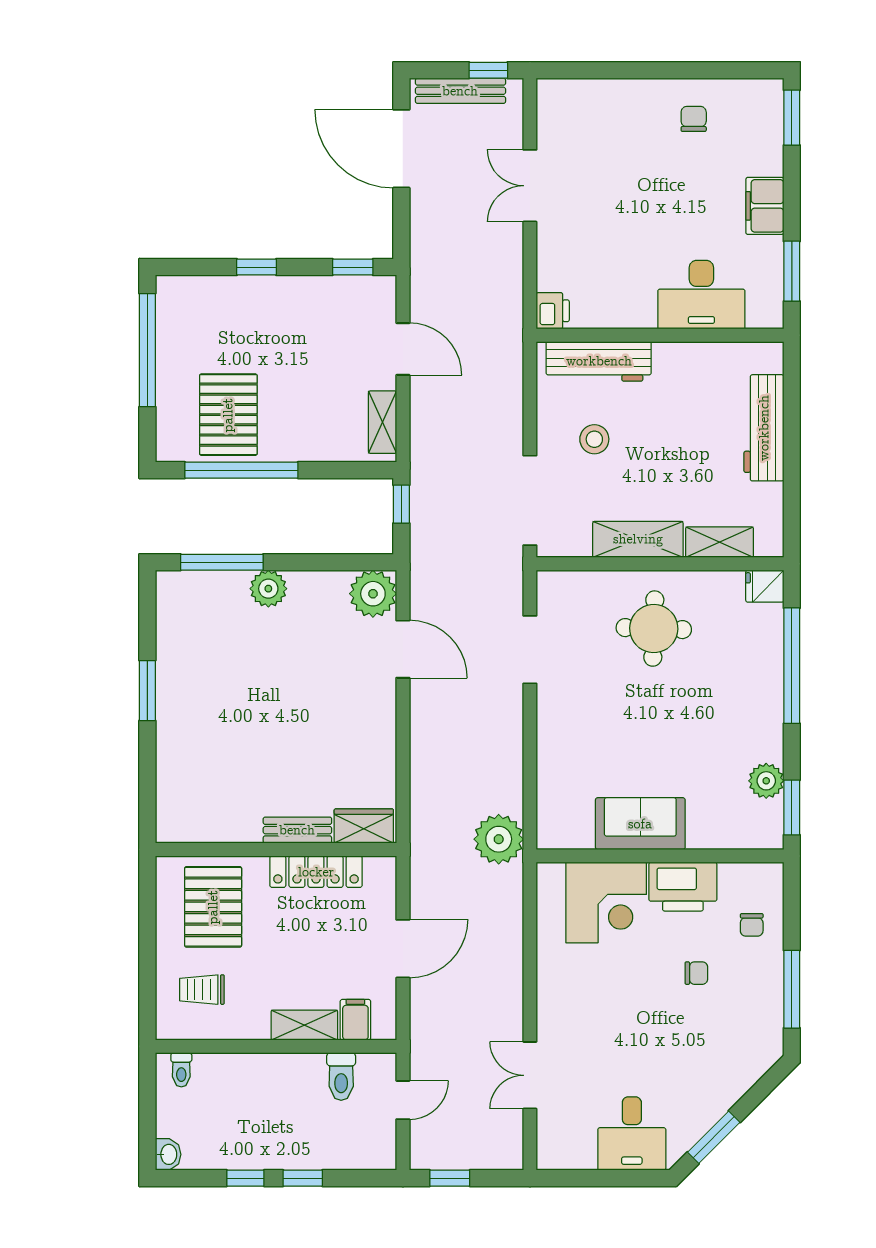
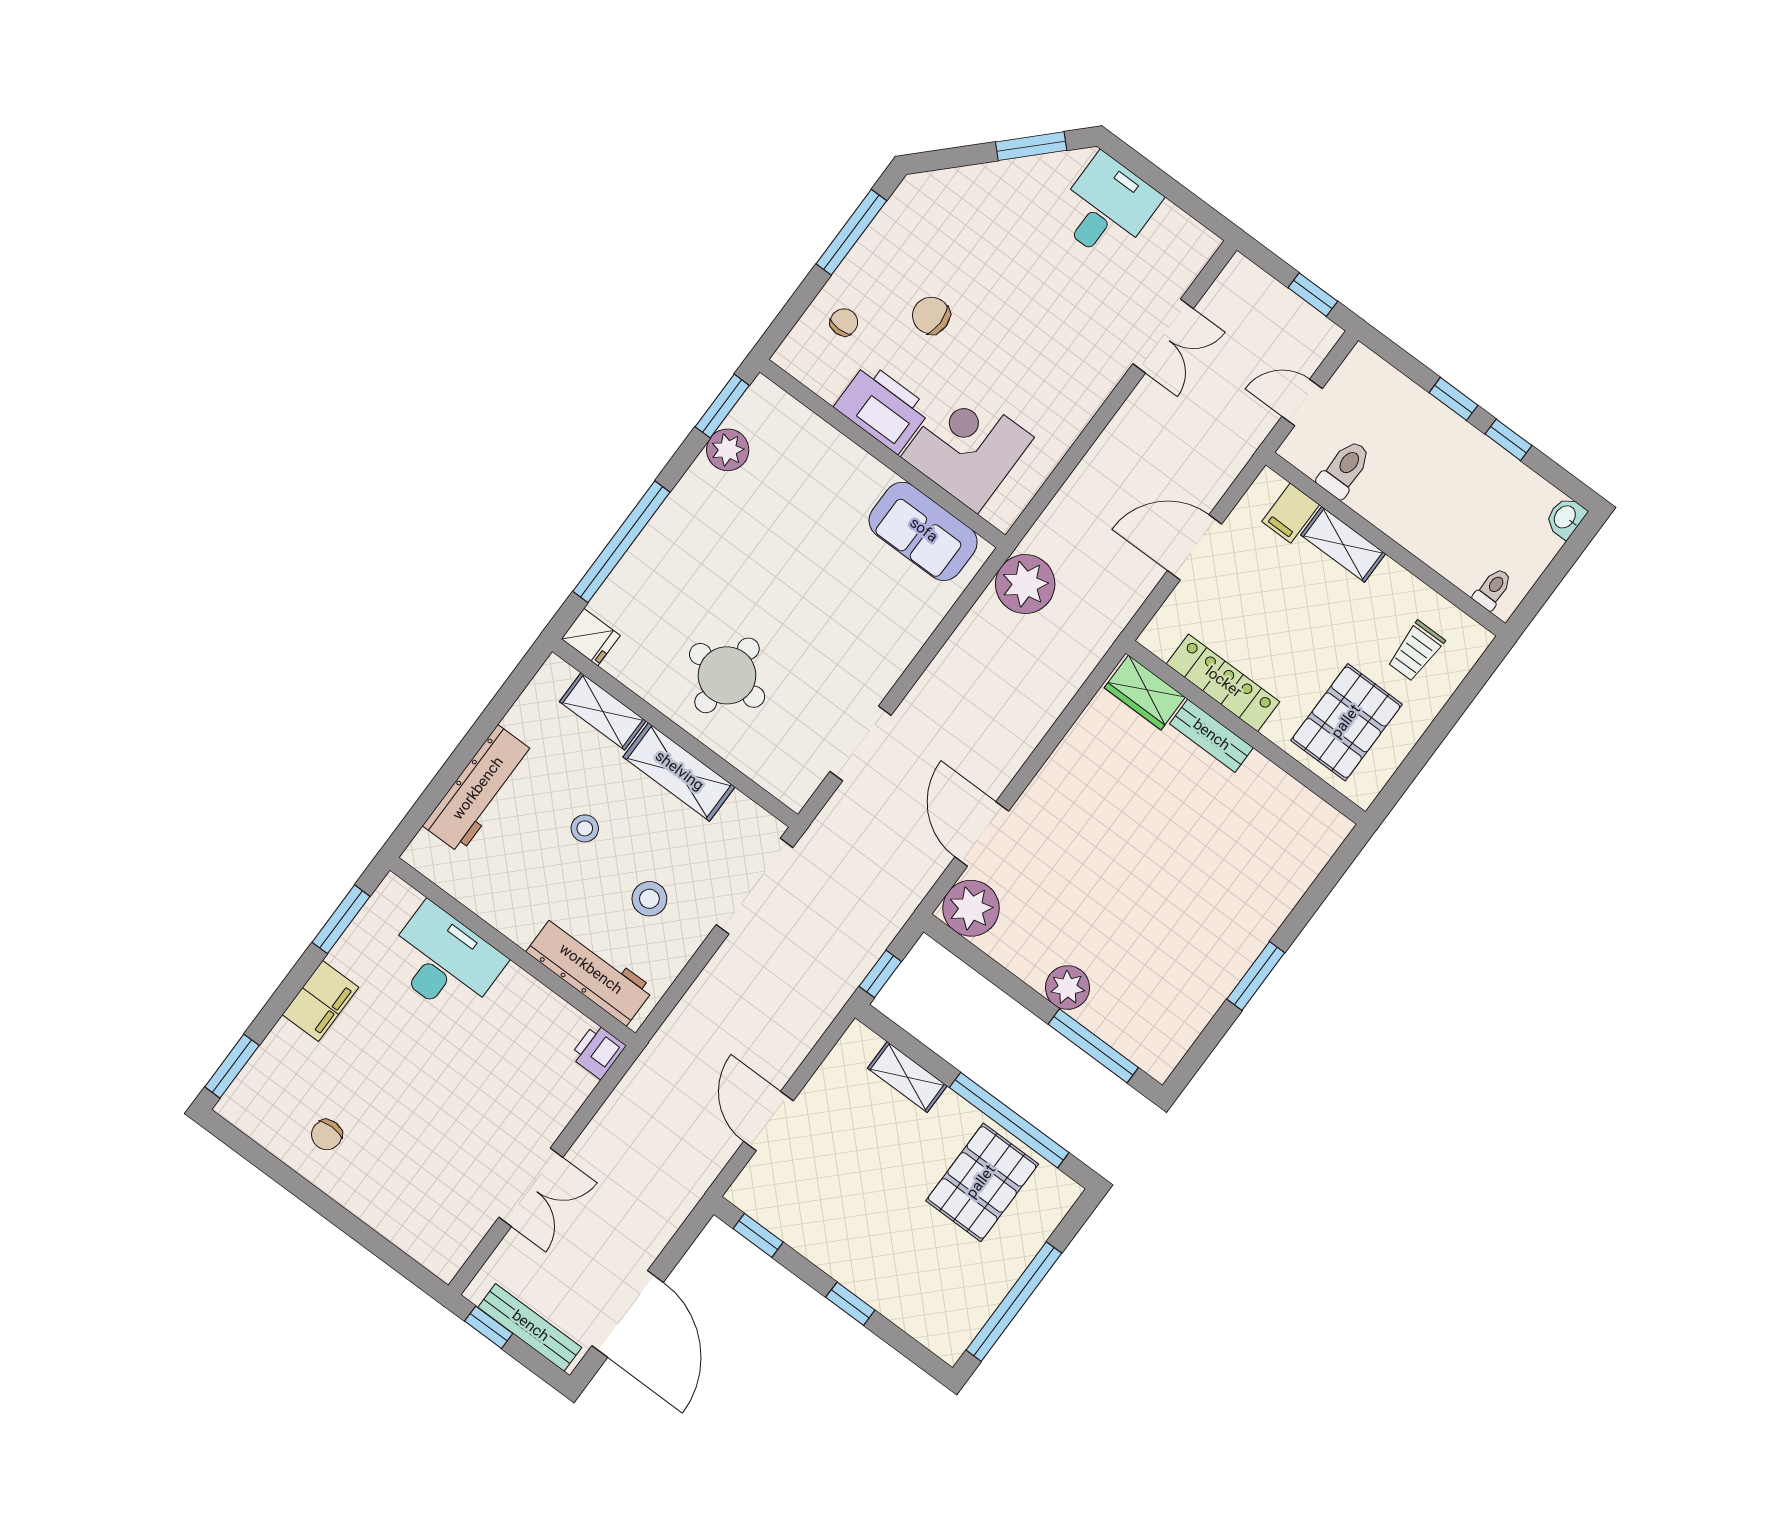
shelving: (382, 422) -> (907, 1077), moved, turned 90
stool: (673, 454) -> (585, 828), added
sofa: (640, 824) -> (923, 531), moved
chair: (696, 973) -> (931, 316), width x1.37, depth x1.37
trolley: (202, 990) -> (1416, 651), turned 90

